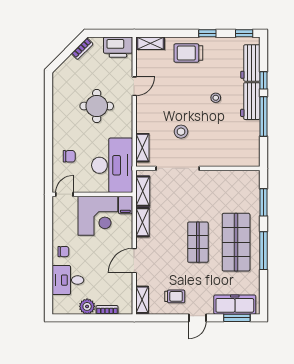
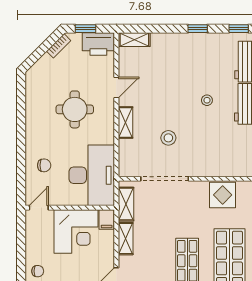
window: (106, 33) -> (85, 29), added
trolley: (188, 53) -> (177, 51), removed
shelving: (142, 148) -> (126, 123), moved
display table: (230, 183) -> (223, 195), added

